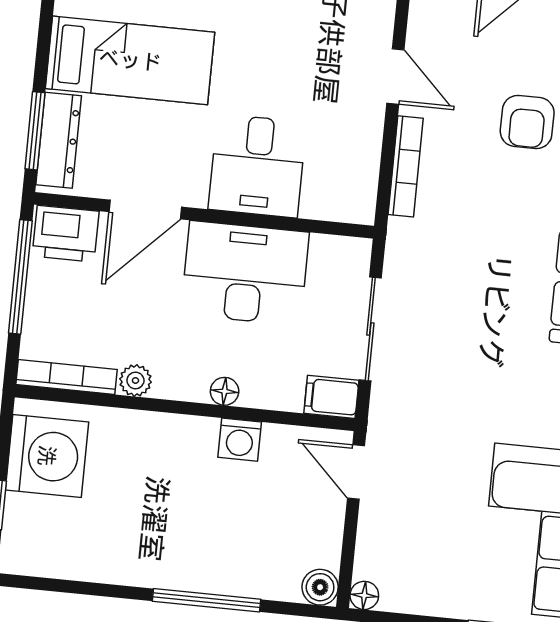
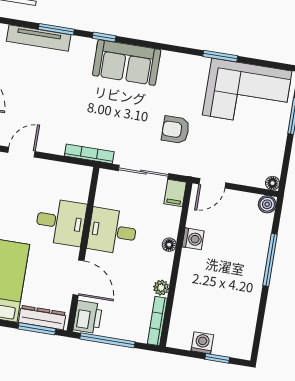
armchair: (527, 122) -> (176, 130), moved, turned 180
bookcase: (406, 166) -> (89, 154), moved
desk: (245, 273) -> (112, 231), width x0.73
washing machine: (47, 456) -> (202, 343), width x0.53, depth x0.53

